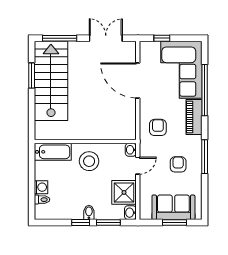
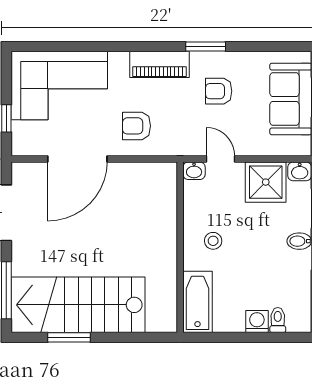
window: (205, 90) -> (94, 46), removed
piano: (194, 117) -> (160, 64), moved
armchair: (158, 127) -> (136, 126), moved
window: (205, 157) -> (206, 46), width x0.69
stool: (89, 161) -> (213, 241), width x0.53, depth x0.53

